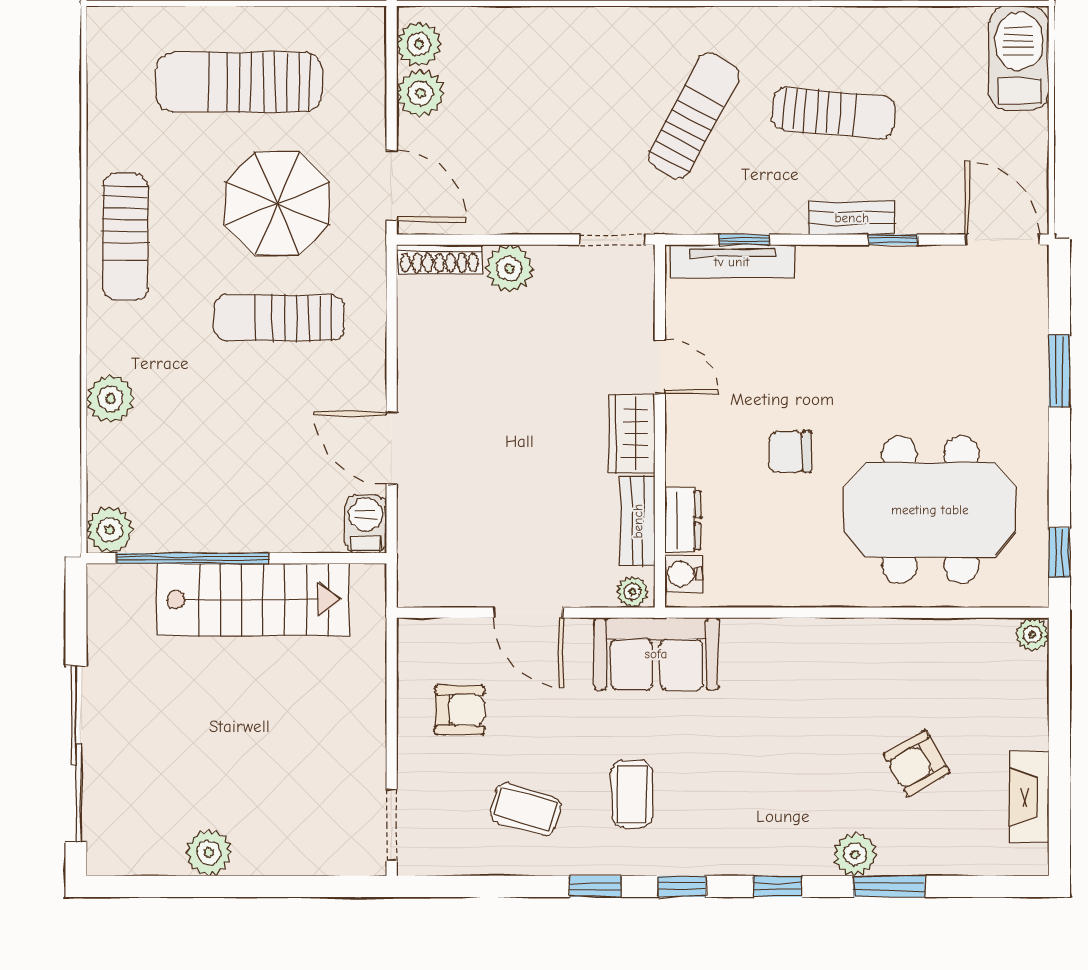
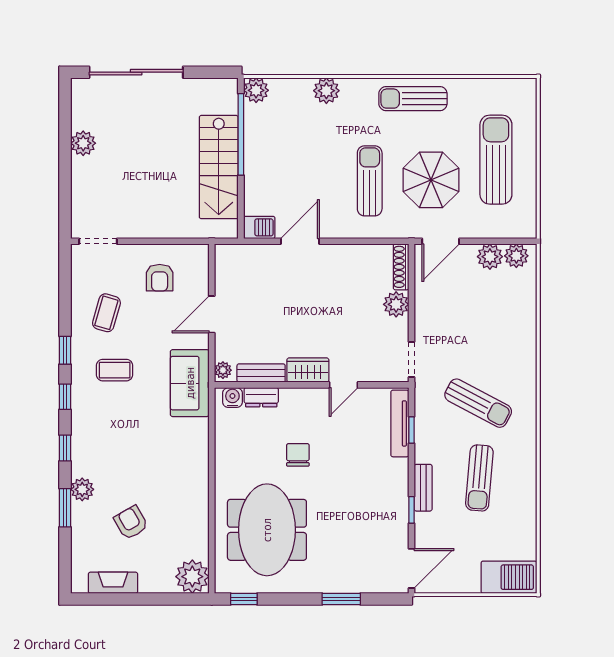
plant: (1032, 634) -> (192, 577), width x1.87, depth x1.87

